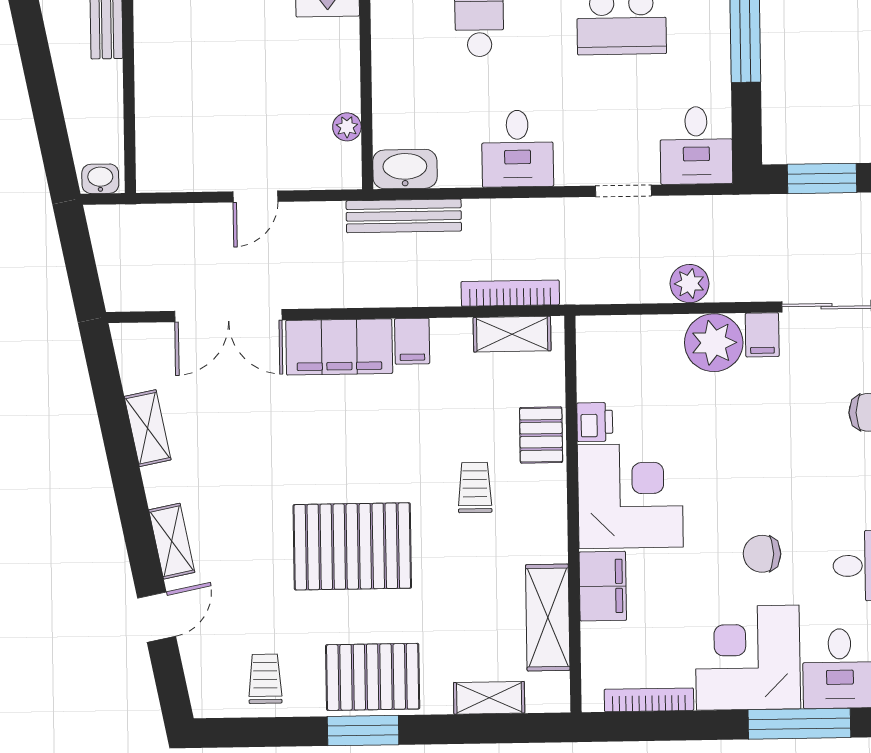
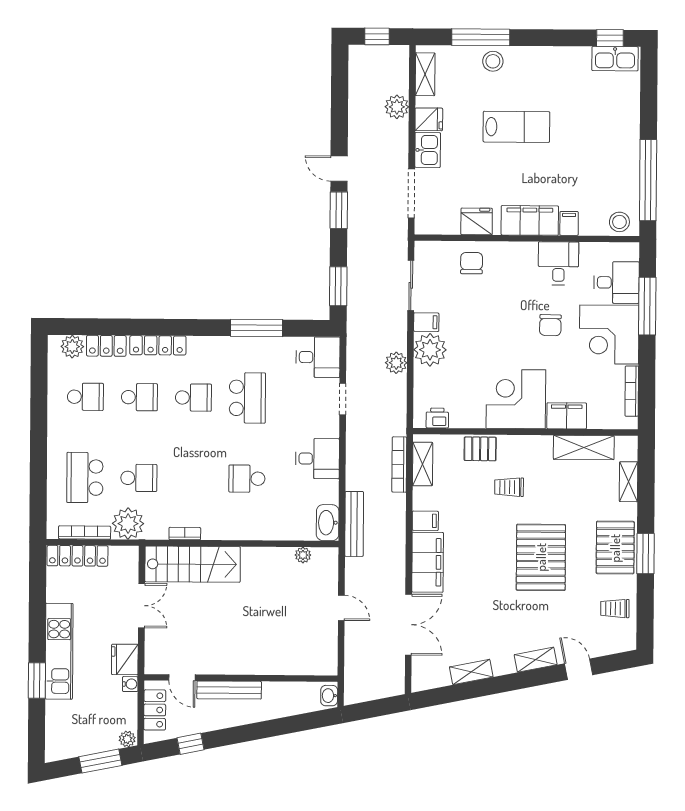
printer: (595, 422) -> (437, 418), moved

